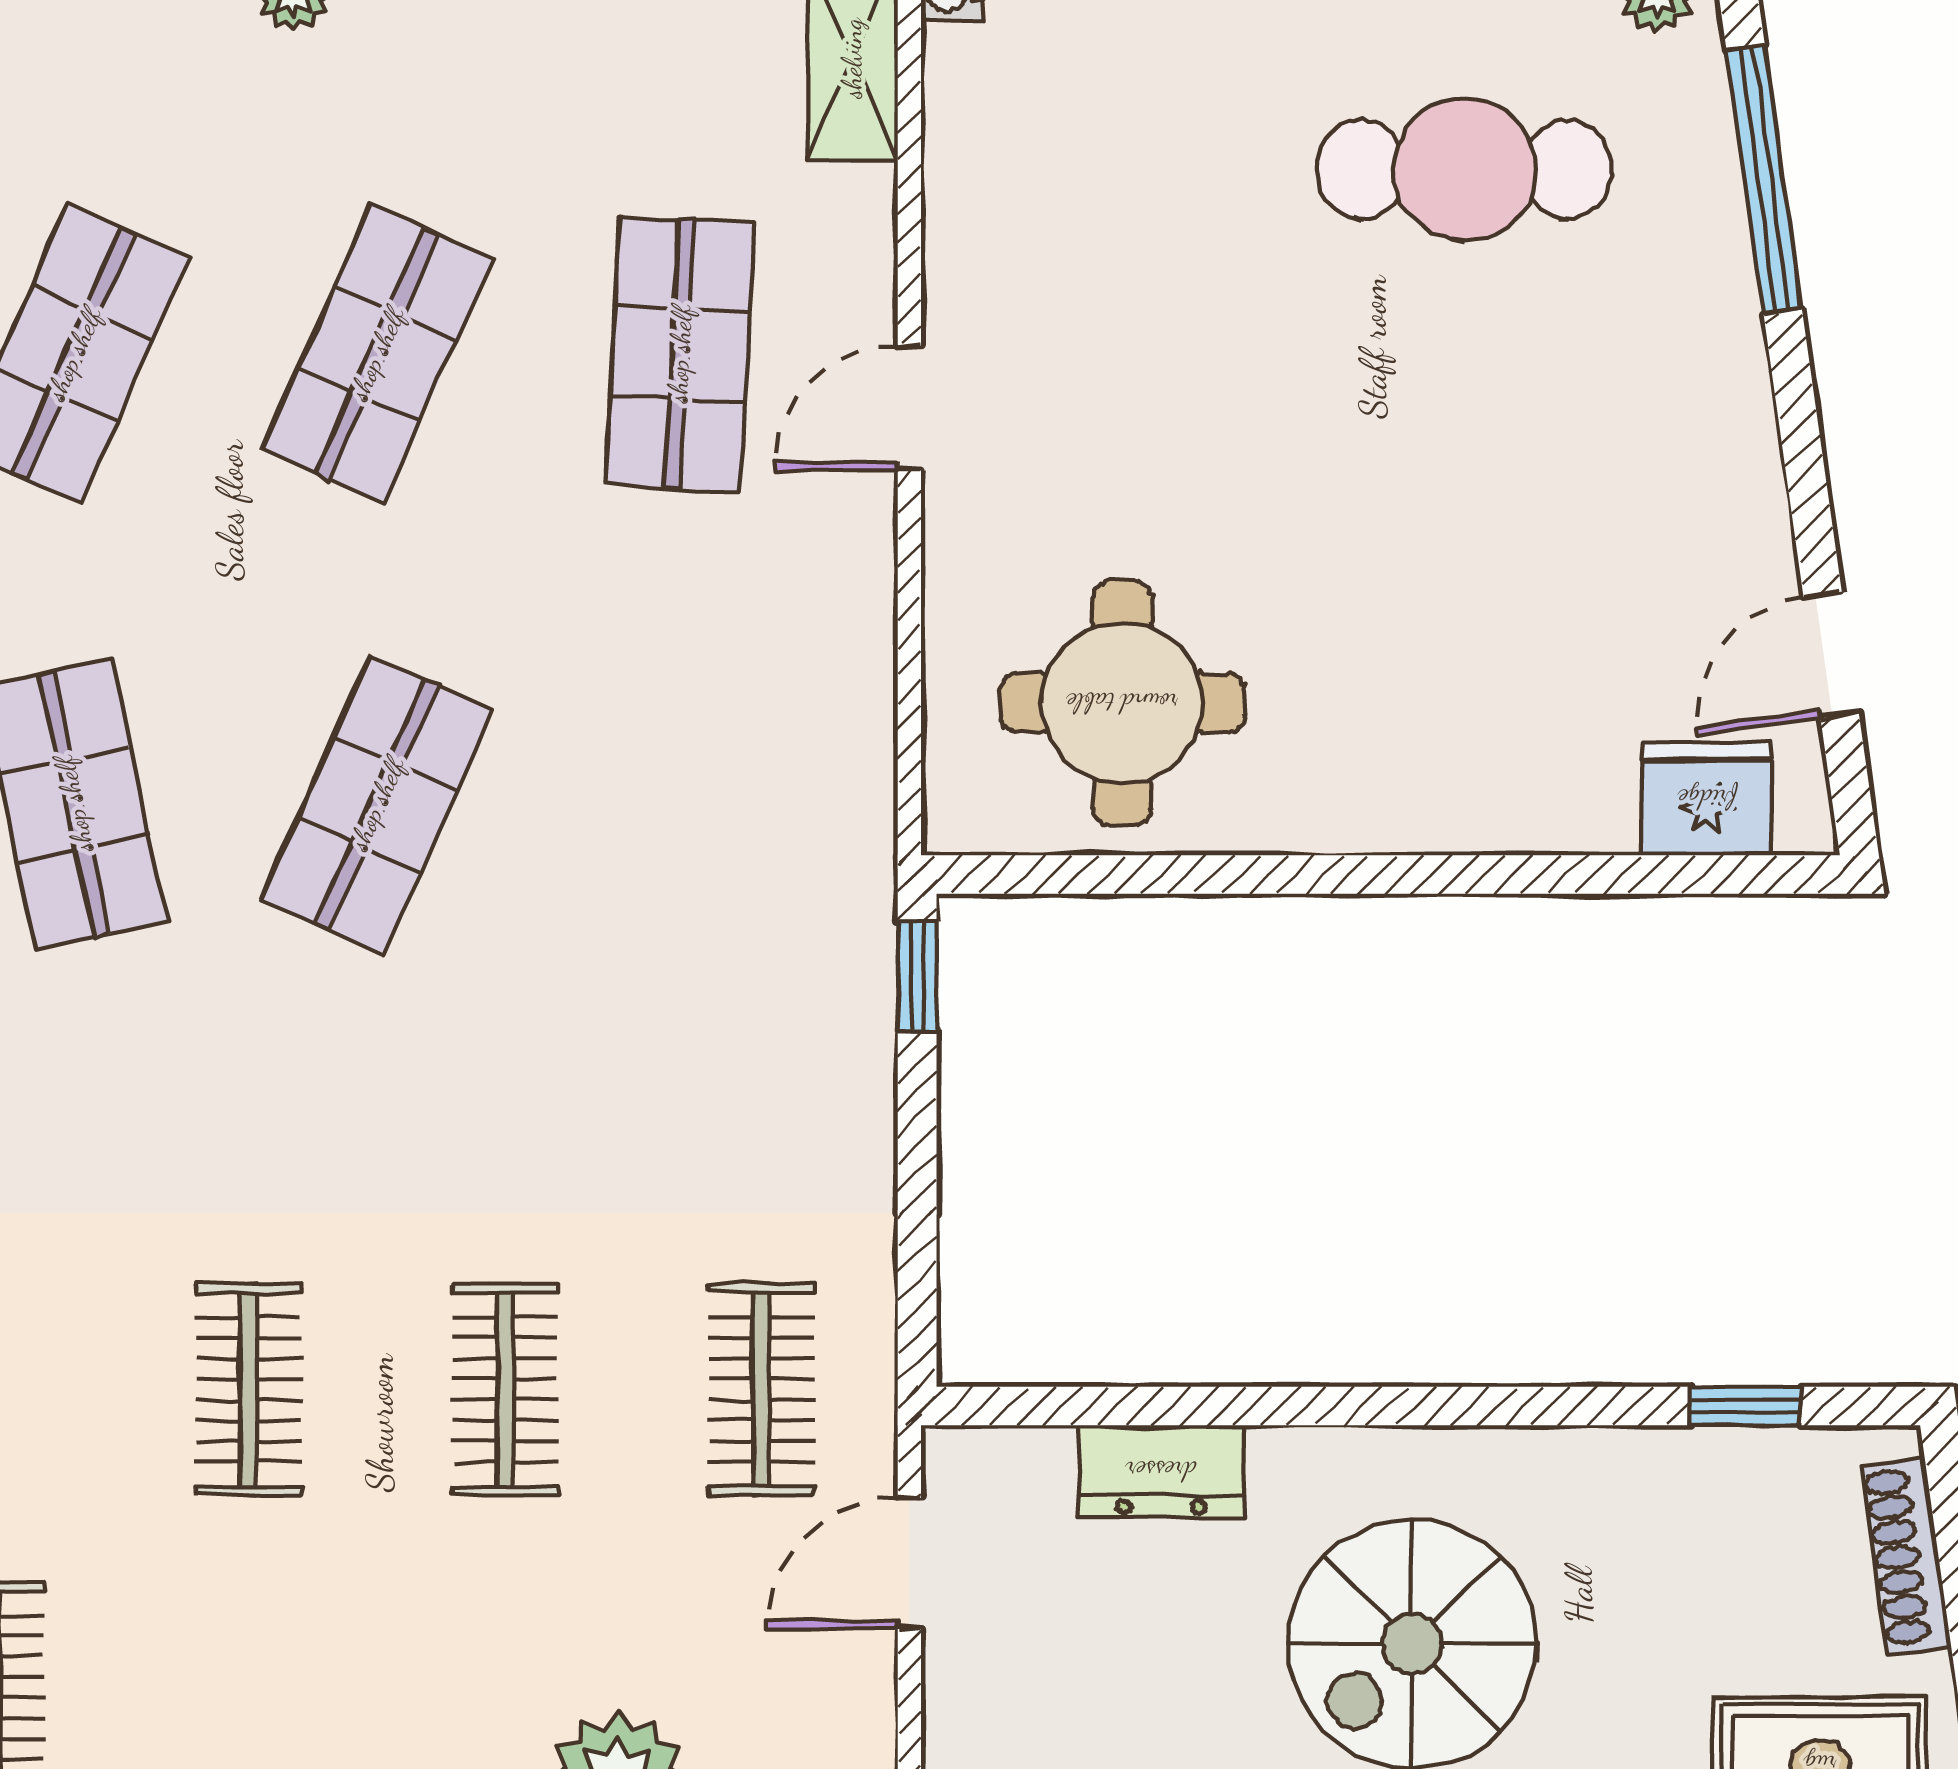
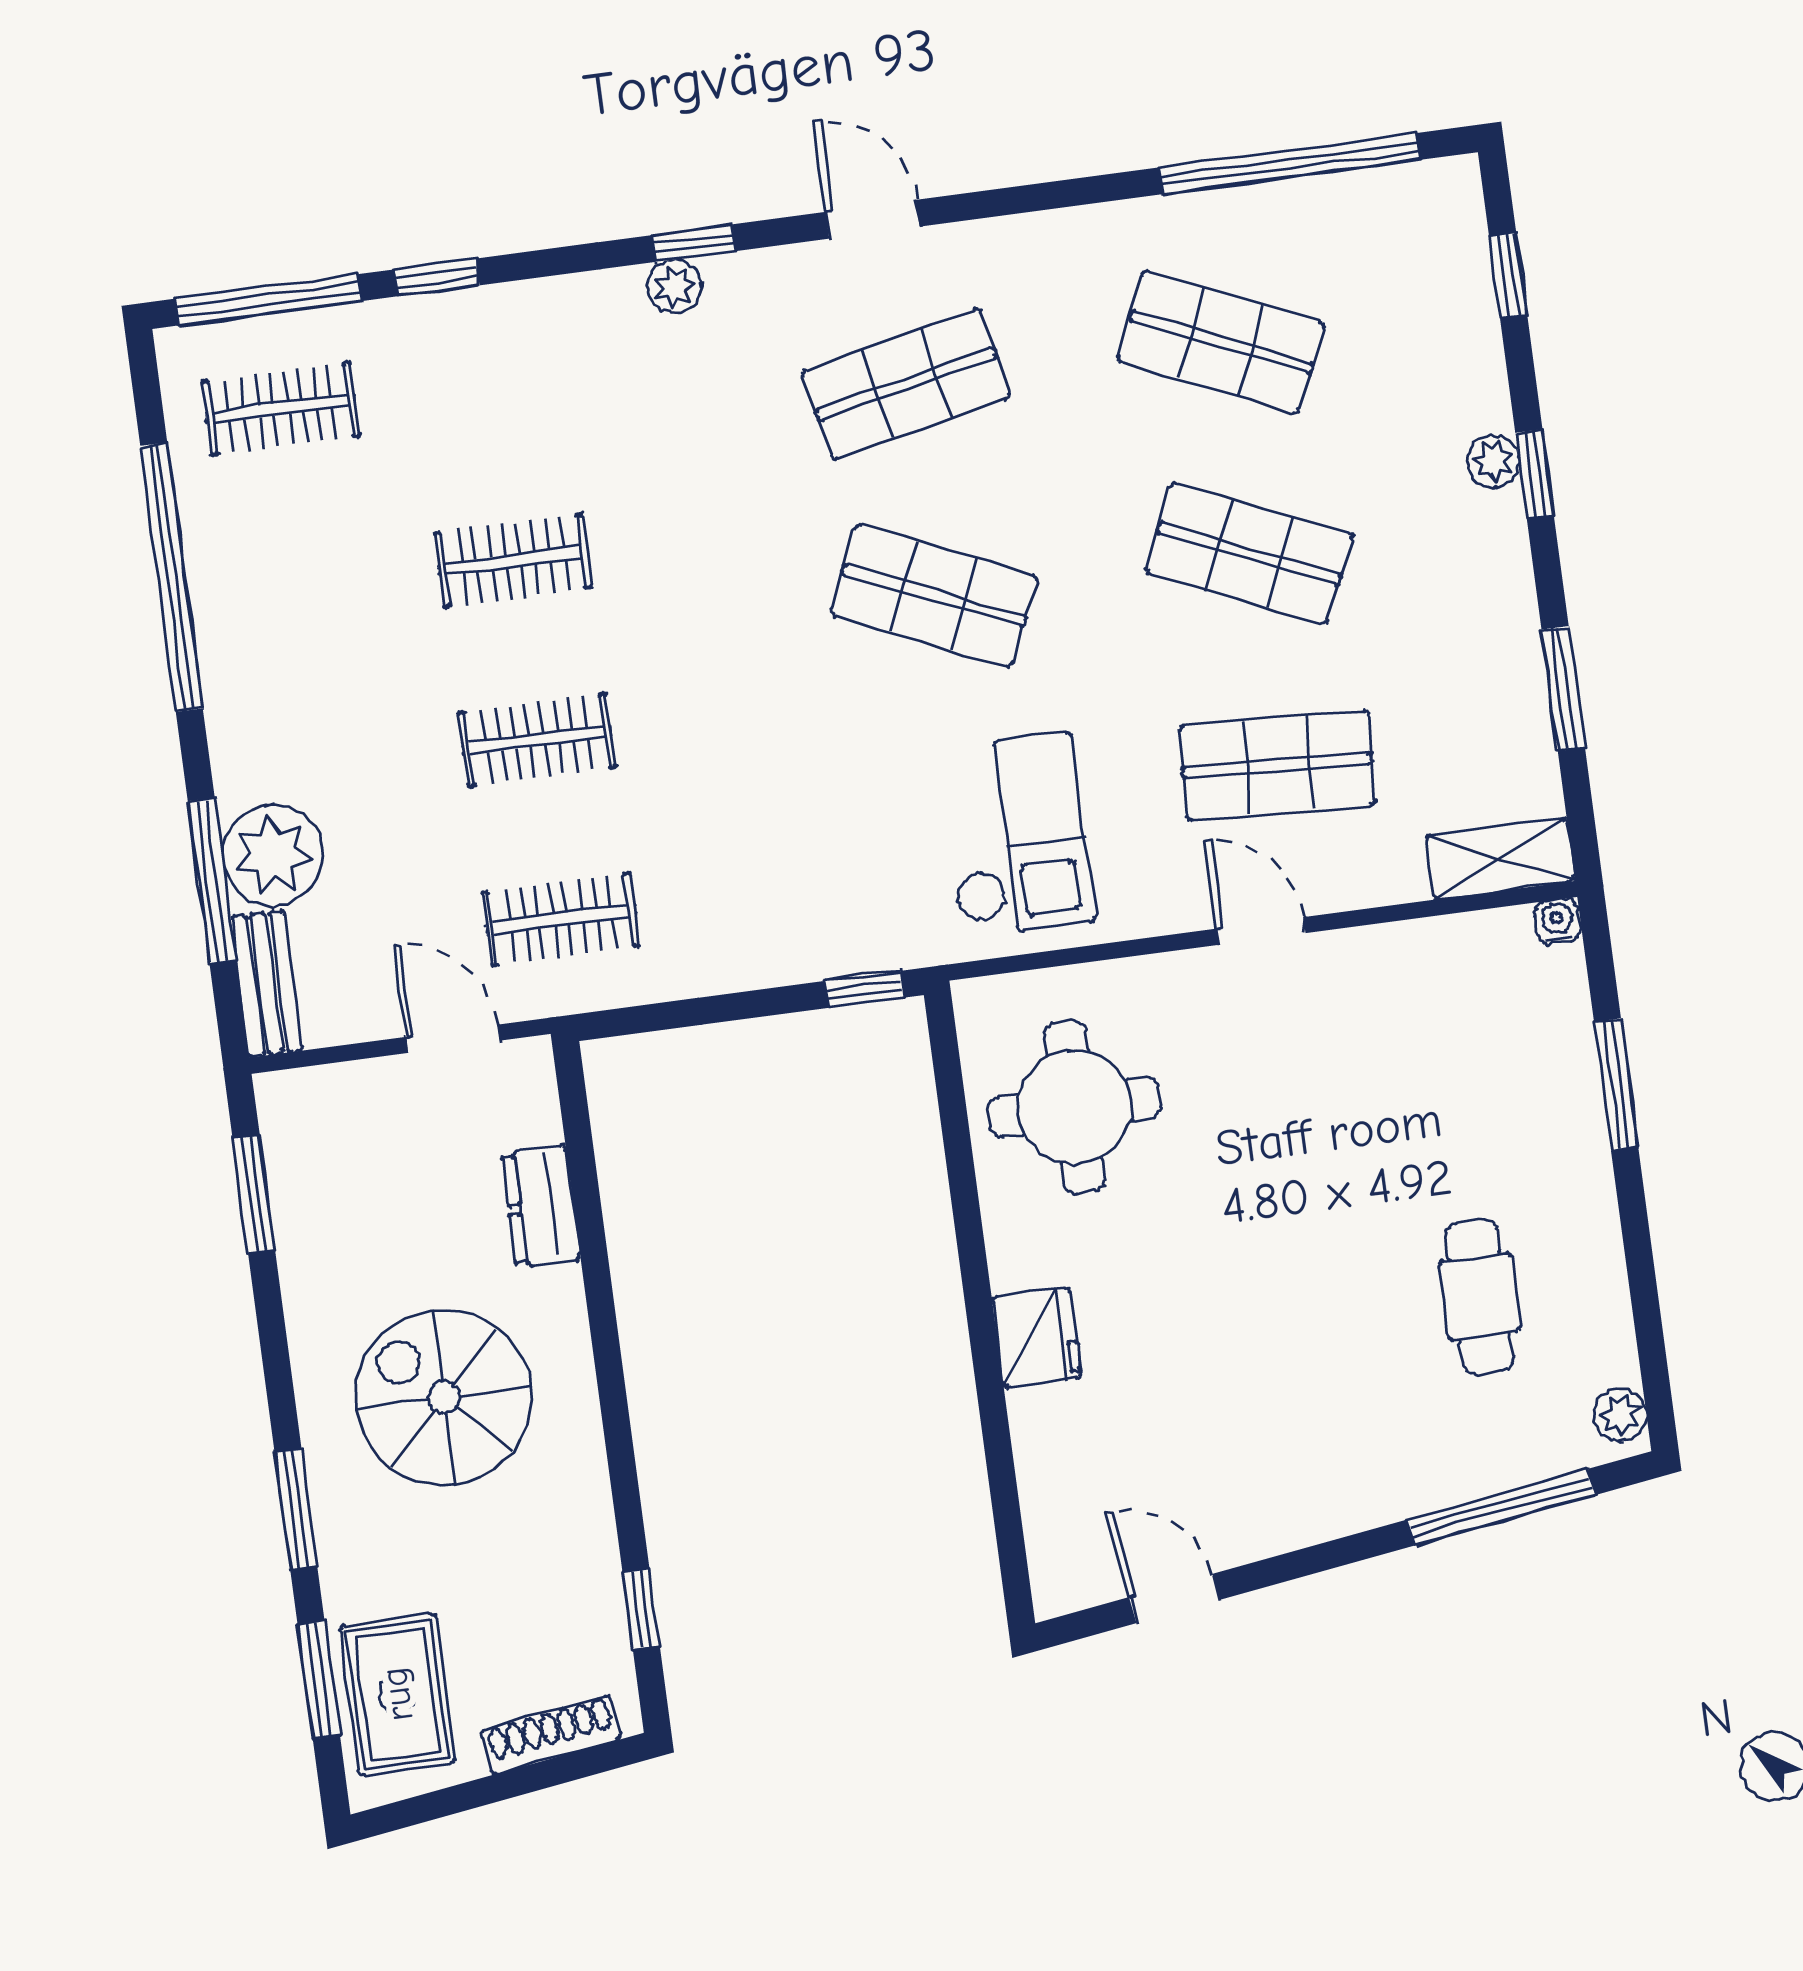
cafe table: (1464, 169) -> (1480, 1297), width x0.73, depth x0.74
checkout: (729, 734) -> (1017, 835), added
fridge: (1707, 799) -> (1037, 1337), moved

